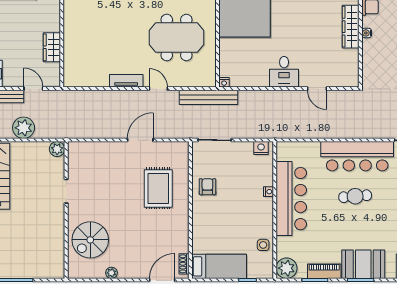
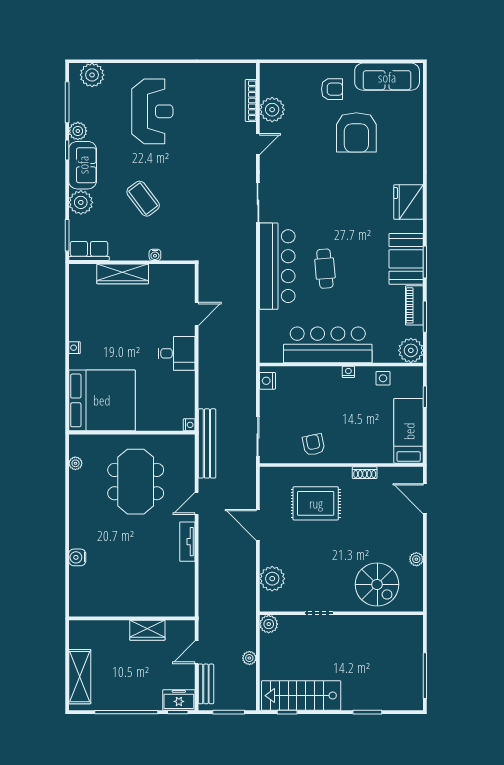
water cooler: (367, 33) -> (155, 255), moved
plant: (24, 128) -> (249, 658), width x0.53, depth x0.53
plant: (95, 152) -> (272, 579), added
armchair: (207, 187) -> (314, 445), turned 78
nightstand: (268, 192) -> (348, 372), moved
shoe rack: (184, 264) -> (365, 473), moved

